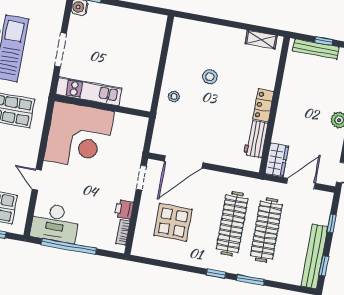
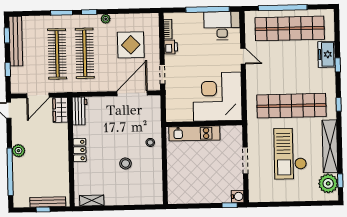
kitchen unit: (89, 91) -> (194, 133), moved
workbench: (256, 139) -> (80, 111), moved
plant: (197, 261) -> (106, 19), added

